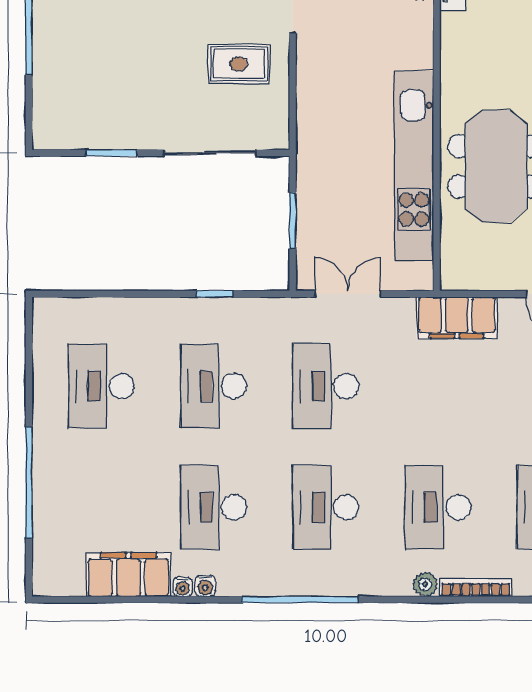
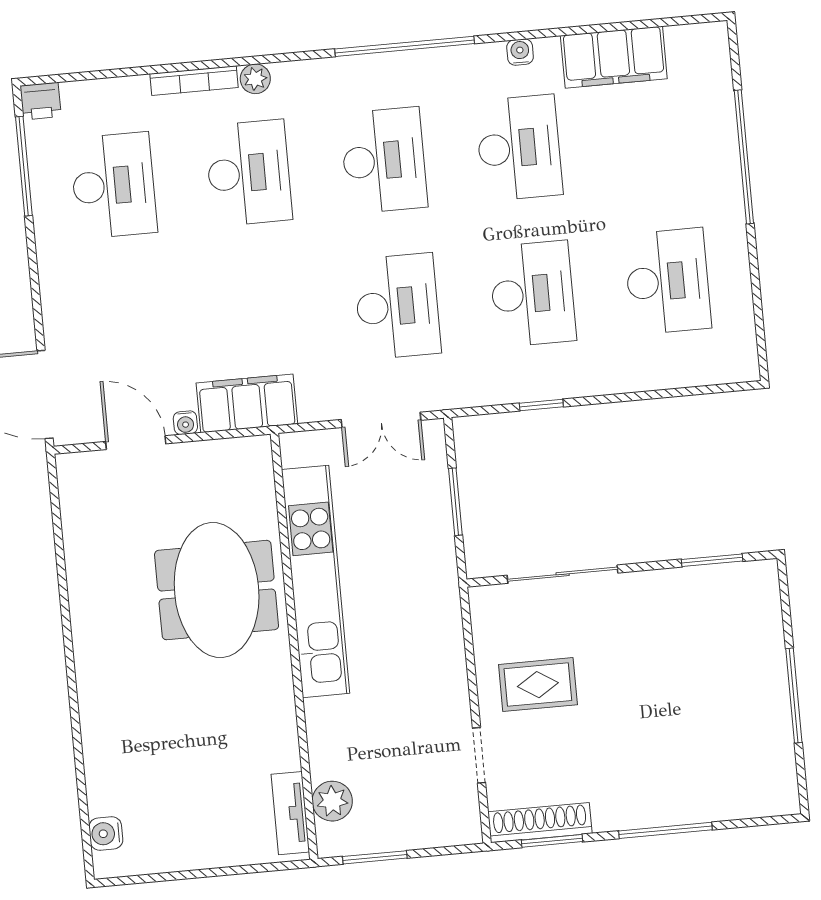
window: (112, 153) -> (712, 560), moved
water cooler: (183, 587) -> (185, 423), moved, turned 180

